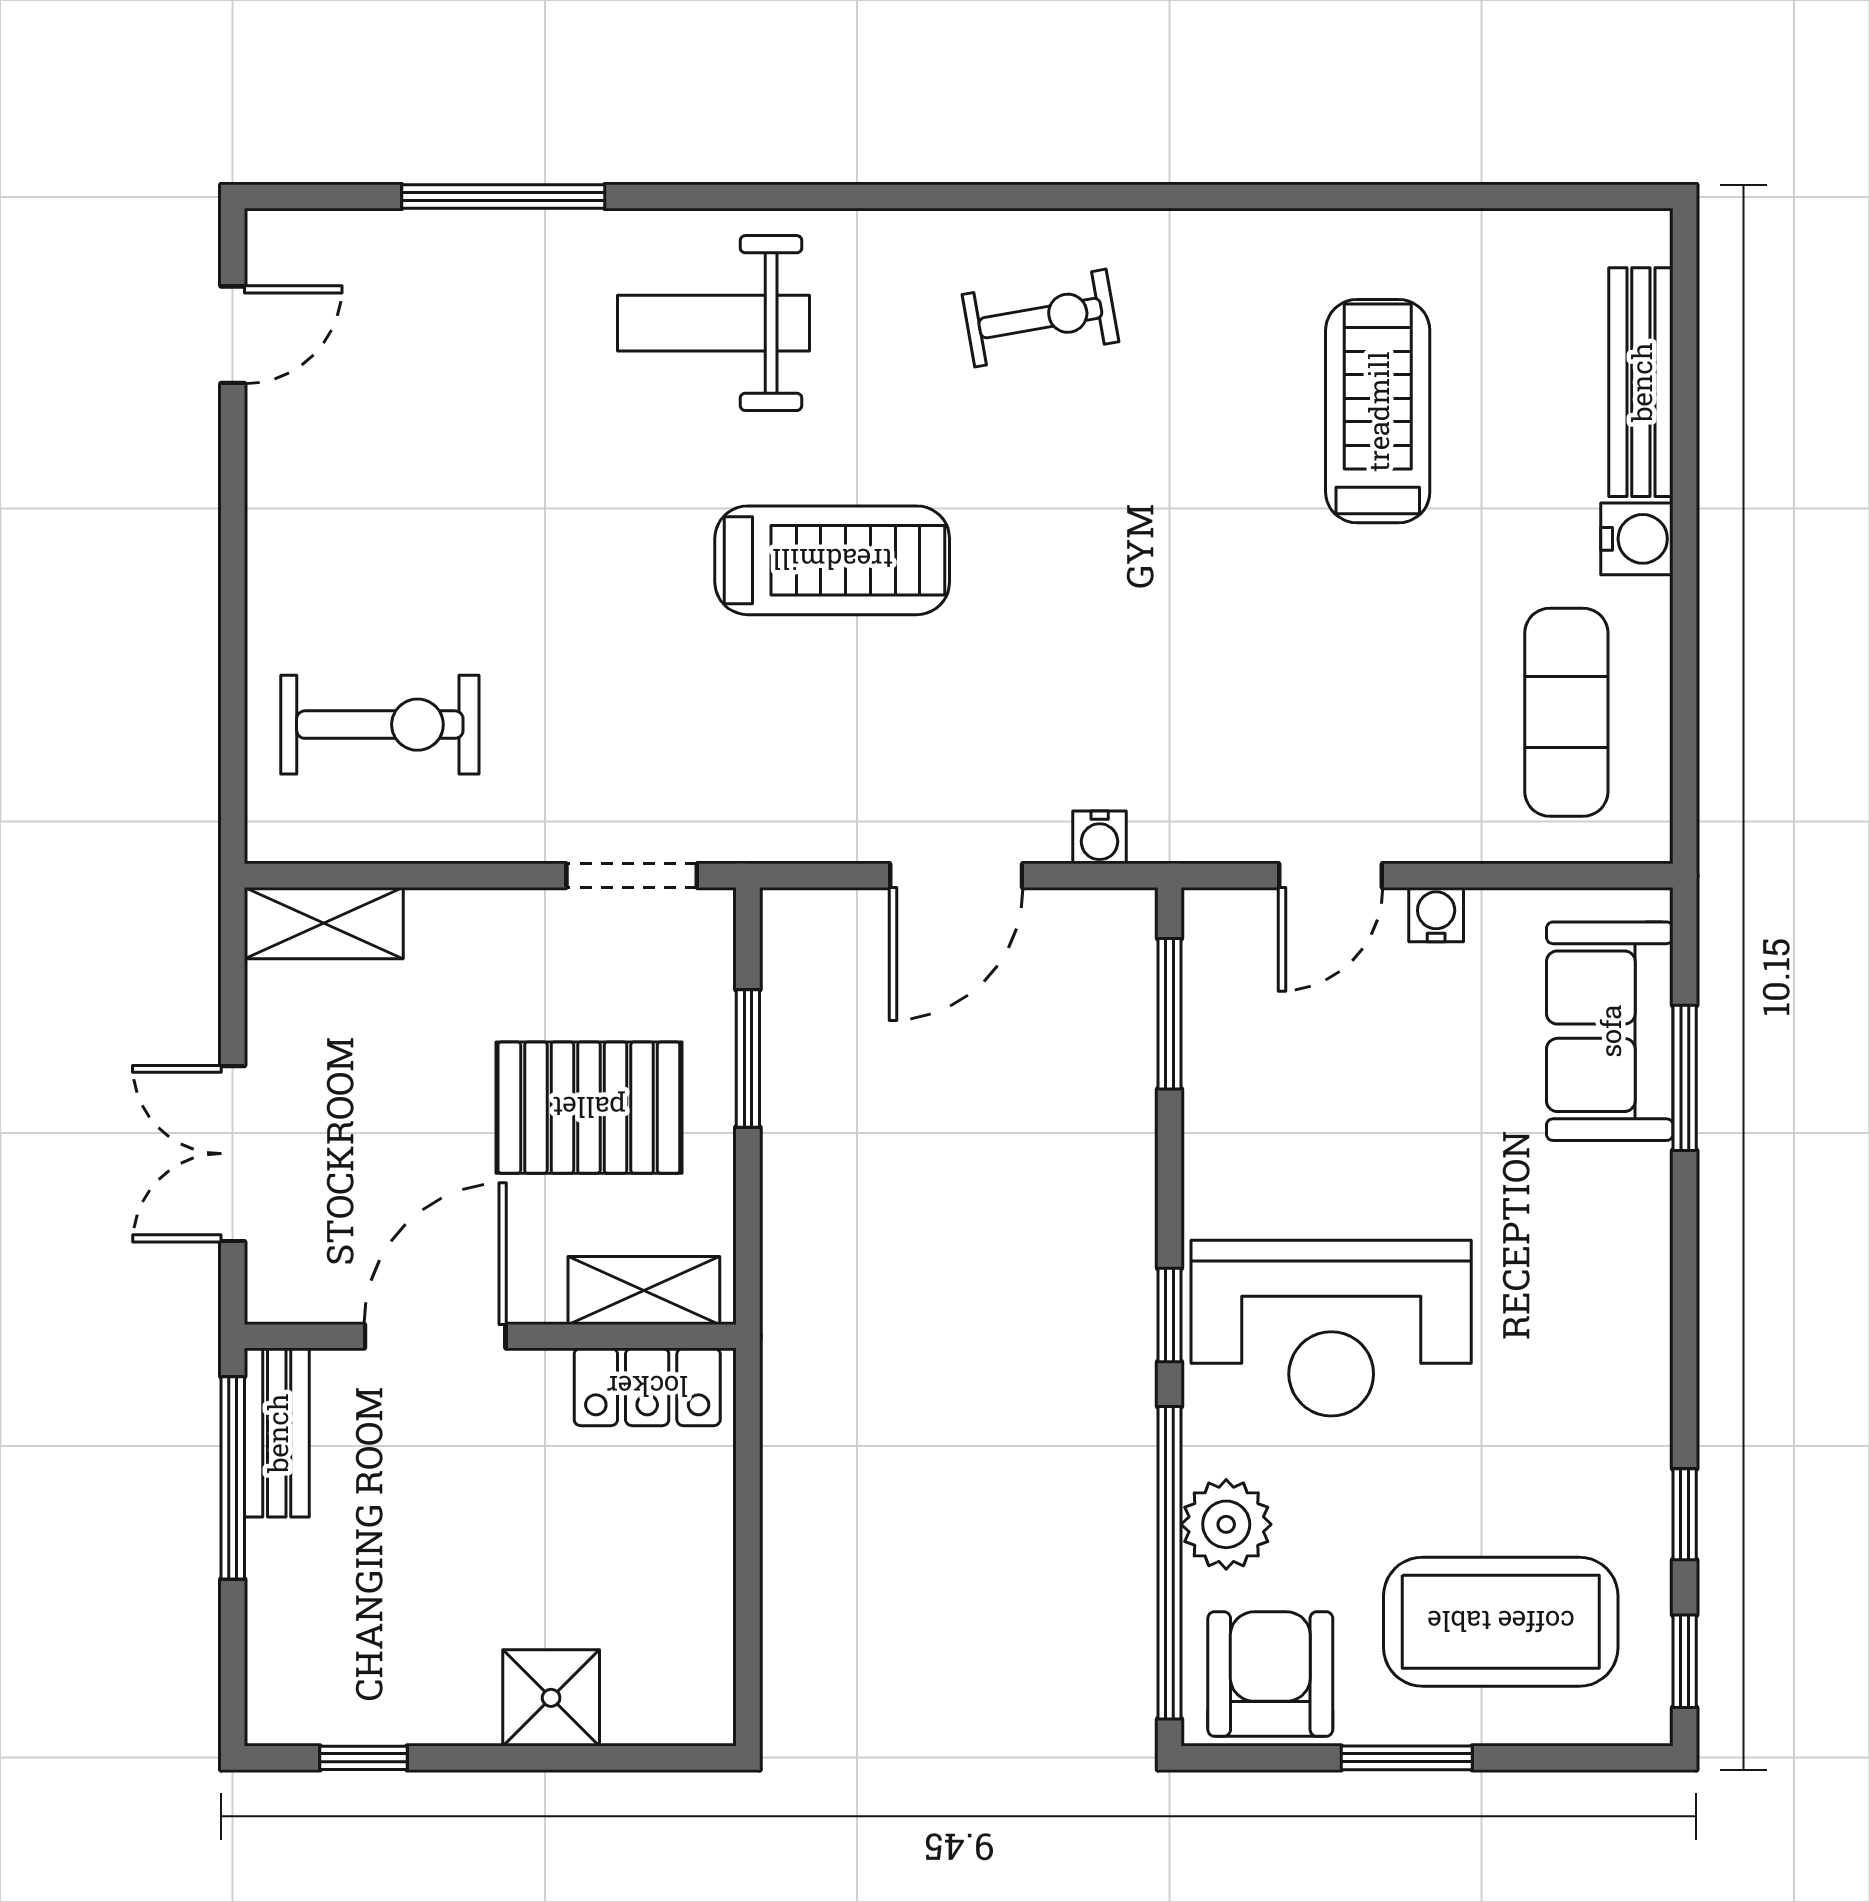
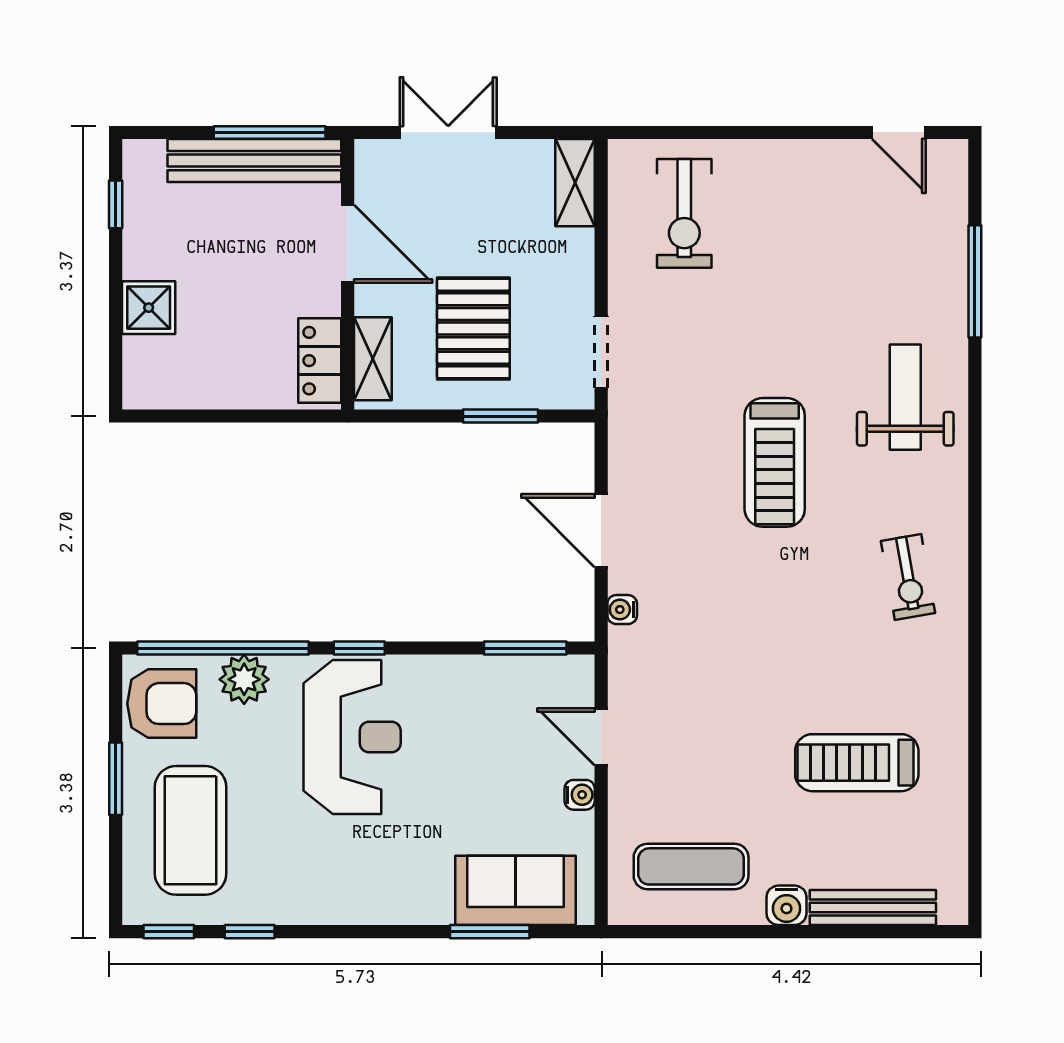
treadmill: (1378, 411) -> (857, 763), turned 180
reception desk: (1331, 1328) -> (352, 737), turned 180
bench: (277, 1433) -> (254, 161), width x1.86, depth x1.21

